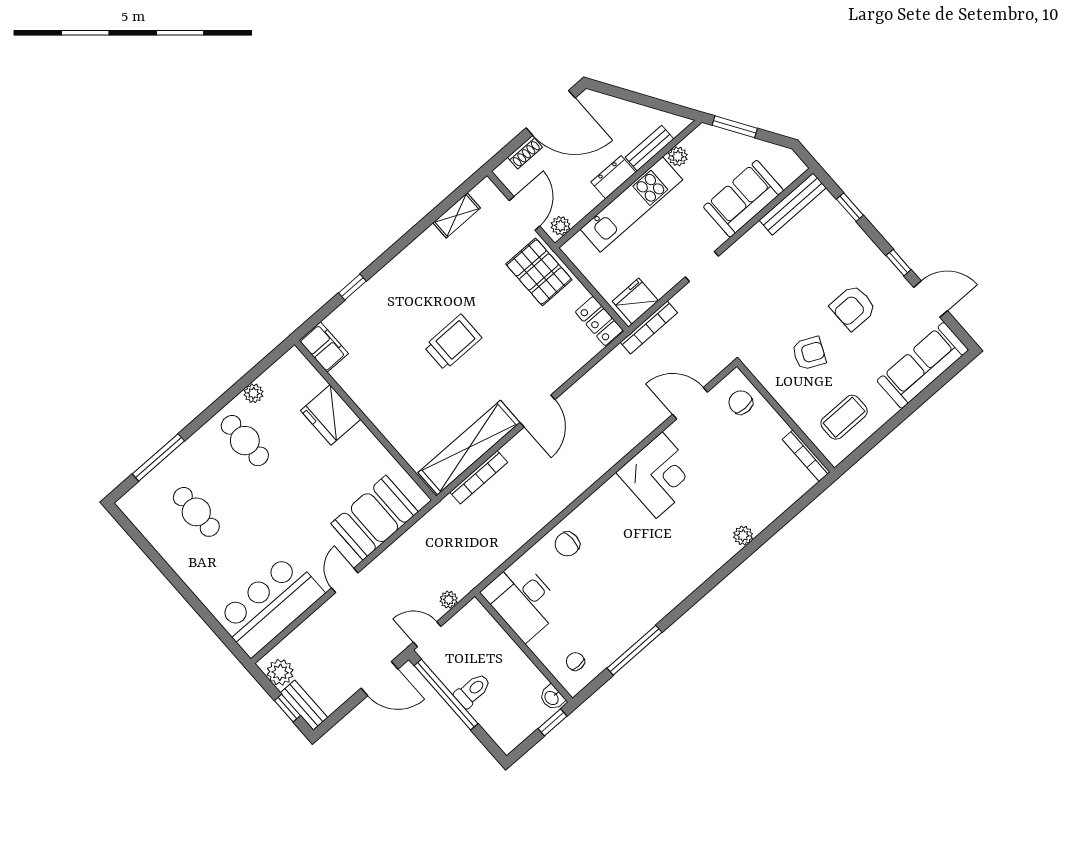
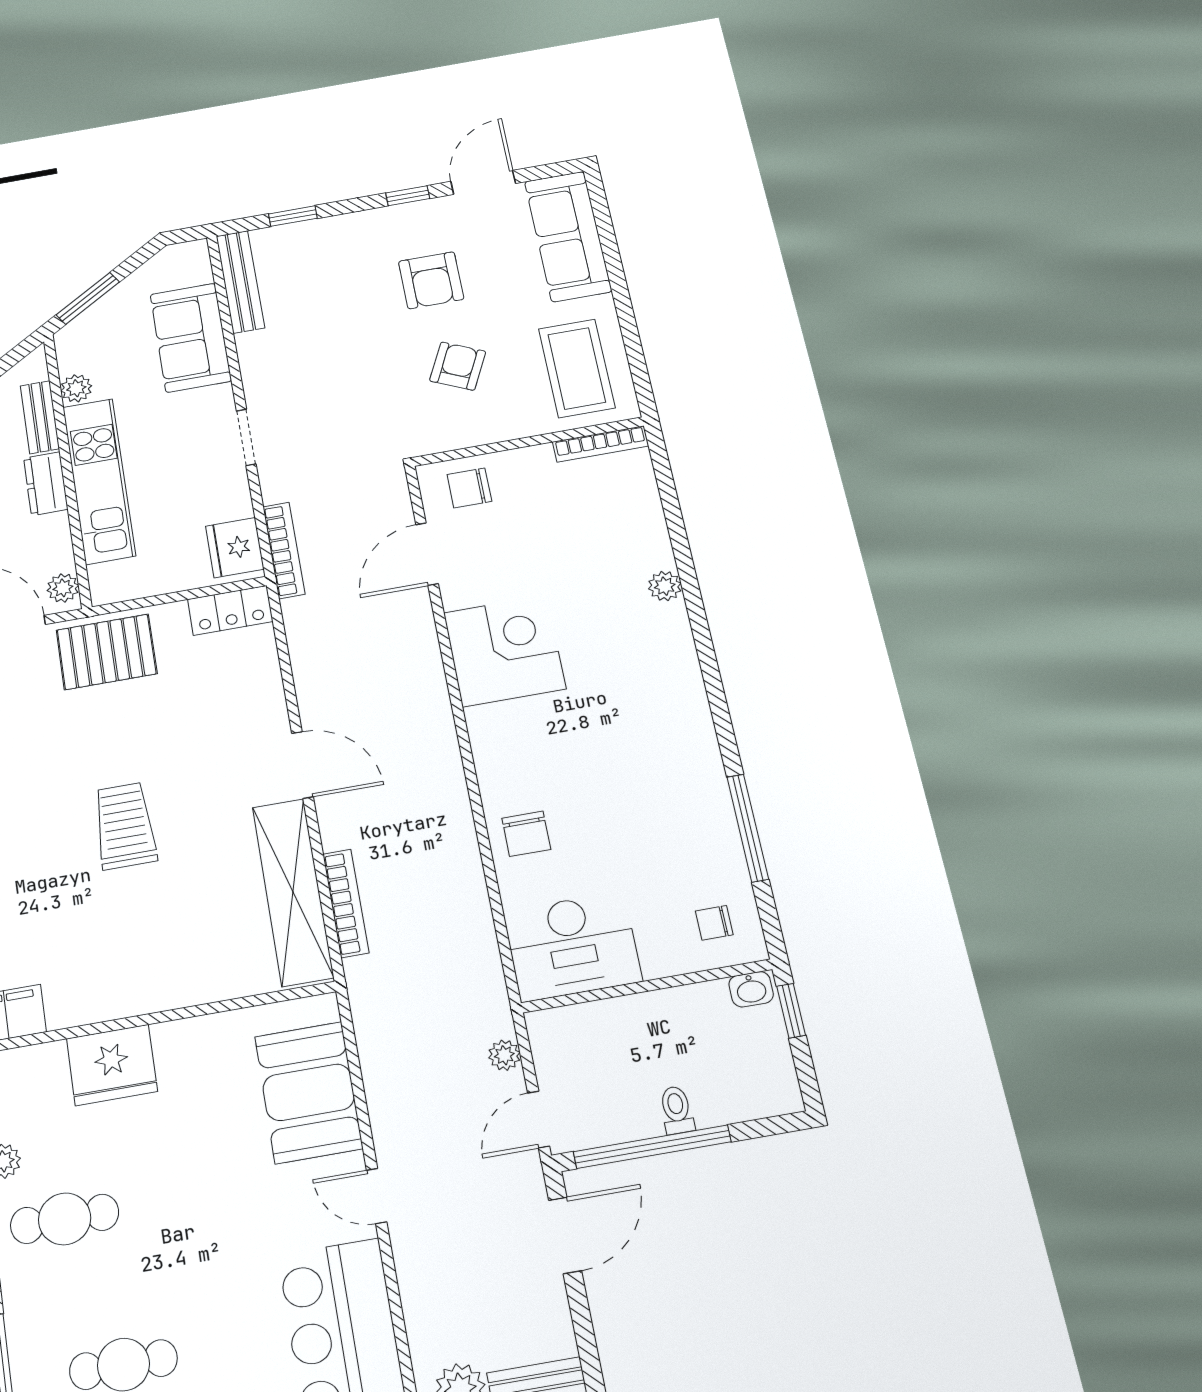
coffee table: (844, 417) -> (577, 368), width x1.36, depth x1.32
toilet: (473, 690) -> (677, 1110), width x0.73, depth x0.72

